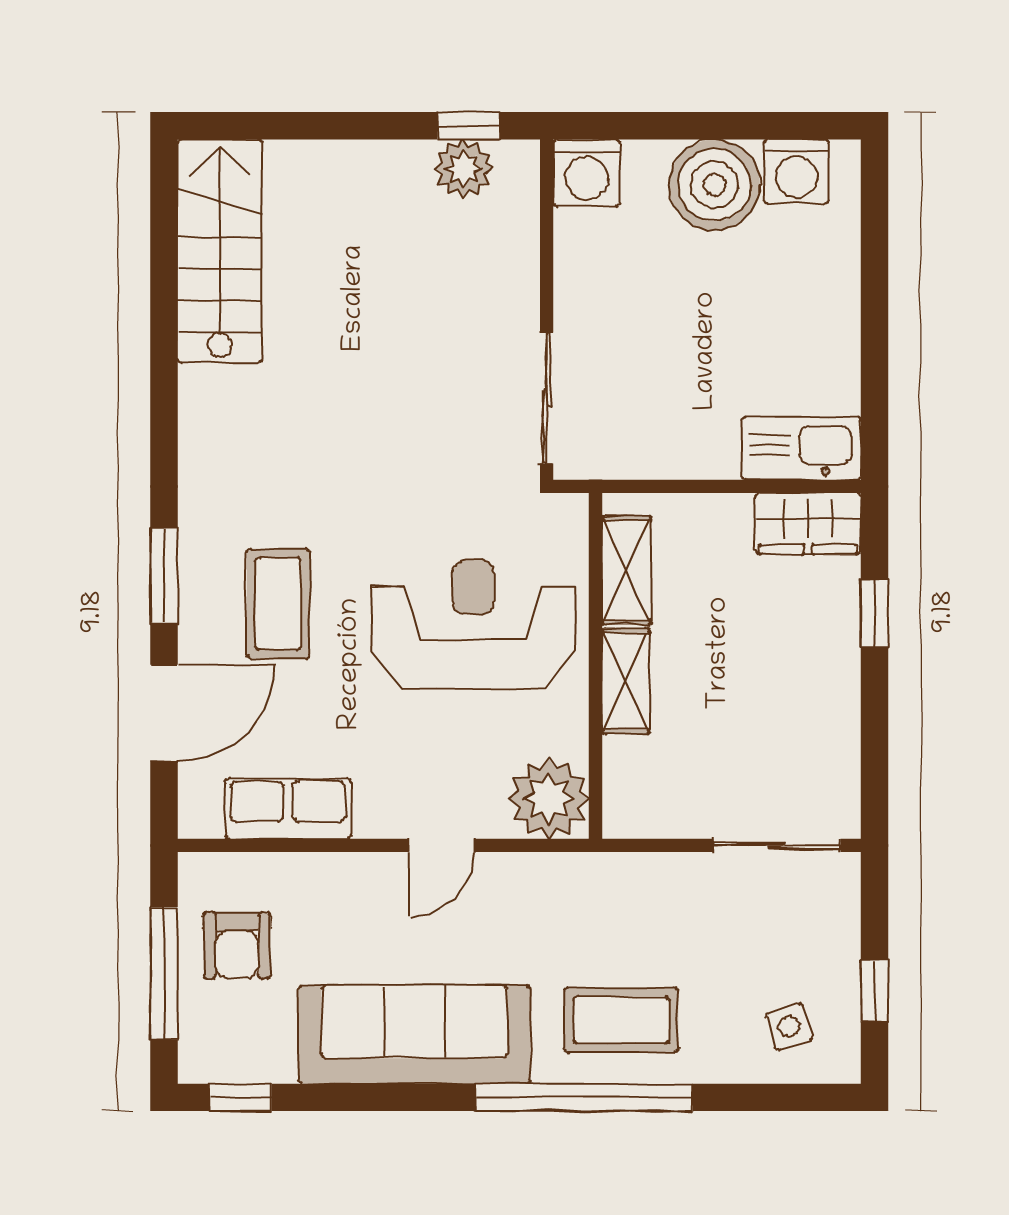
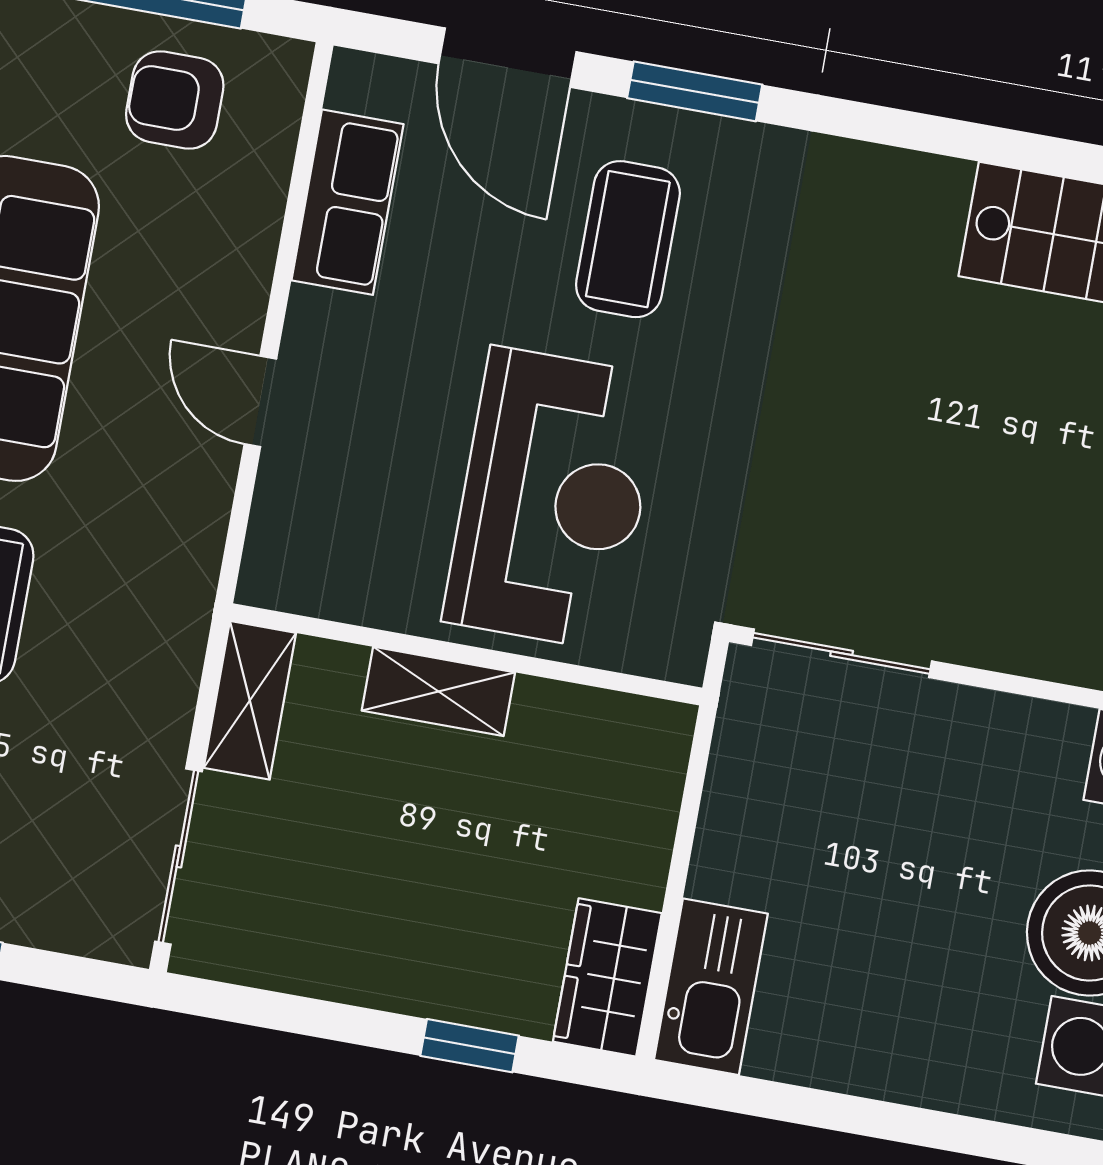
shelving: (626, 570) -> (250, 700), moved, turned 90
coffee table: (278, 604) -> (628, 239), turned 90
plant: (549, 799) -> (297, 559), removed

